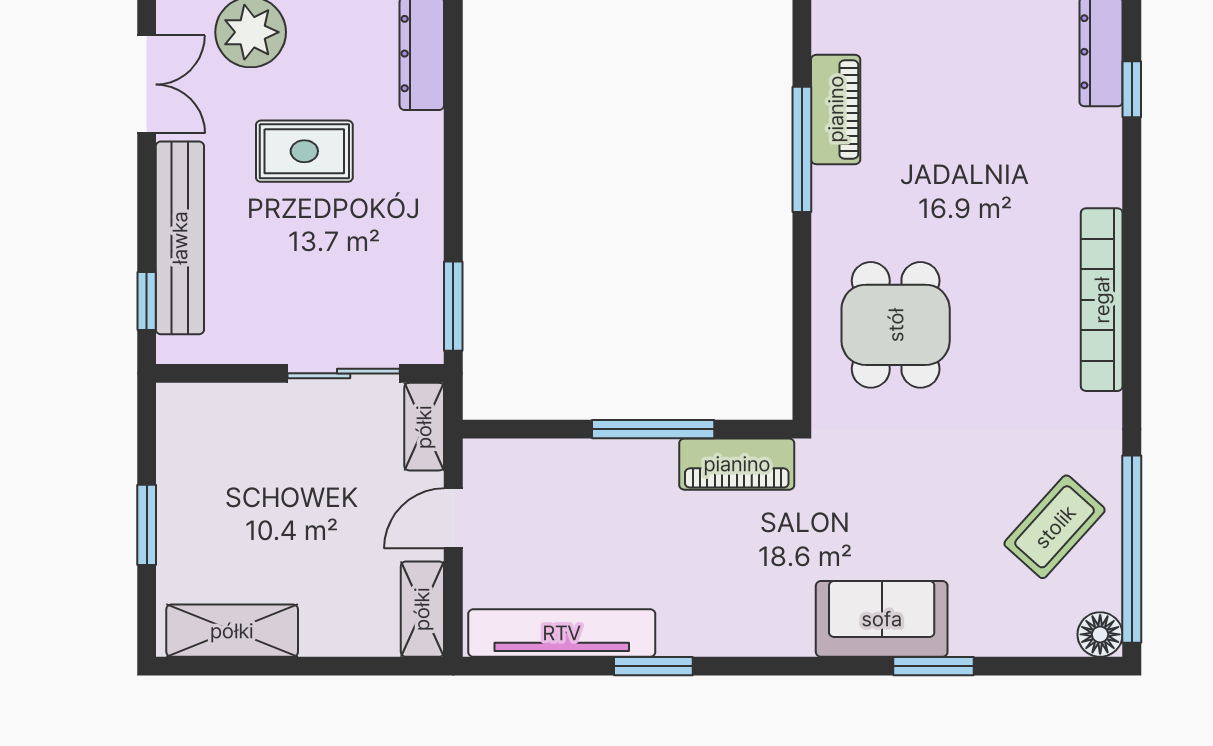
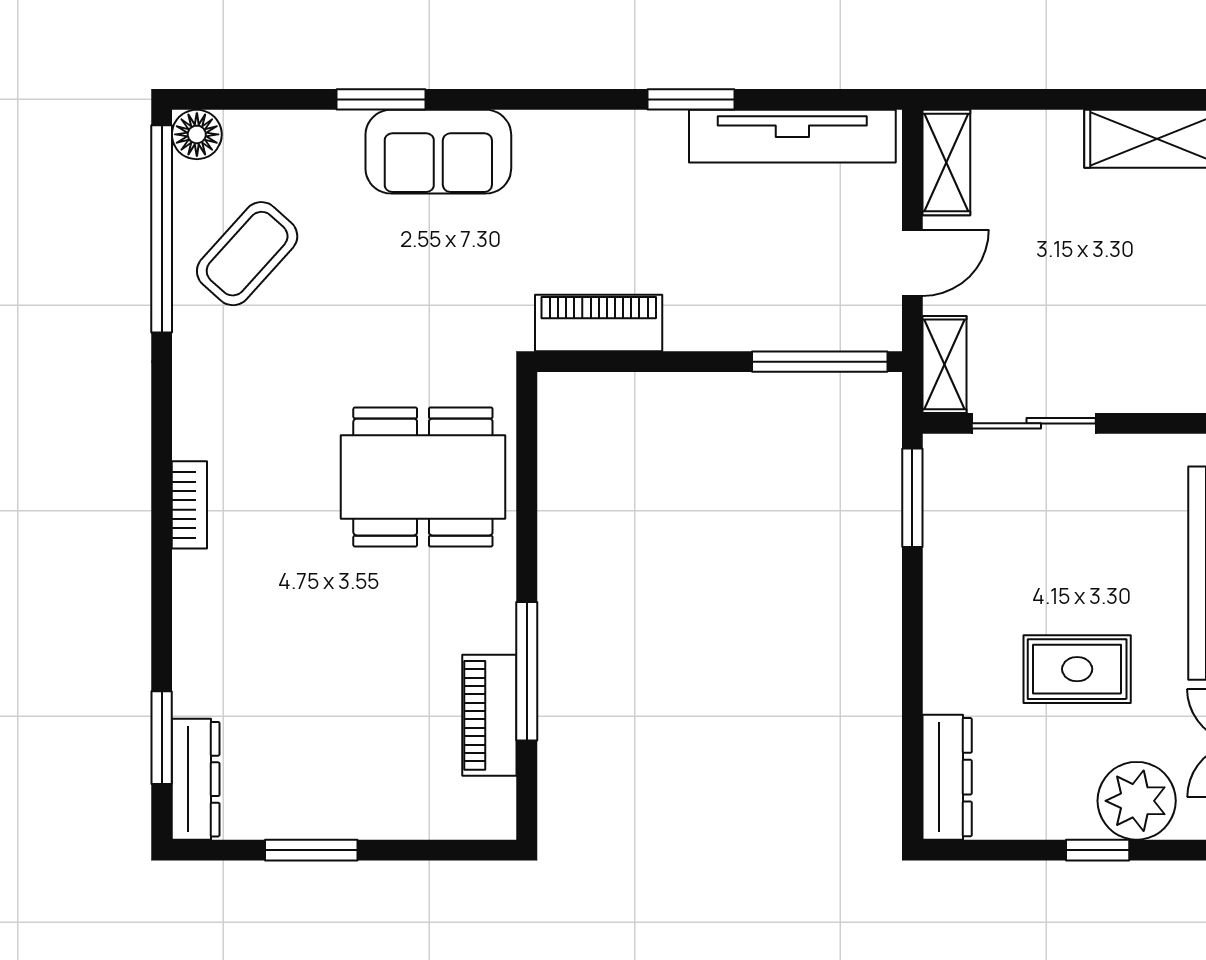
window: (1132, 89) -> (162, 738), width x1.50
bookcase: (1102, 300) -> (189, 505), width x0.43, depth x0.76
dining table: (896, 325) -> (423, 477), width x1.38
window: (653, 429) -> (820, 362), moved

